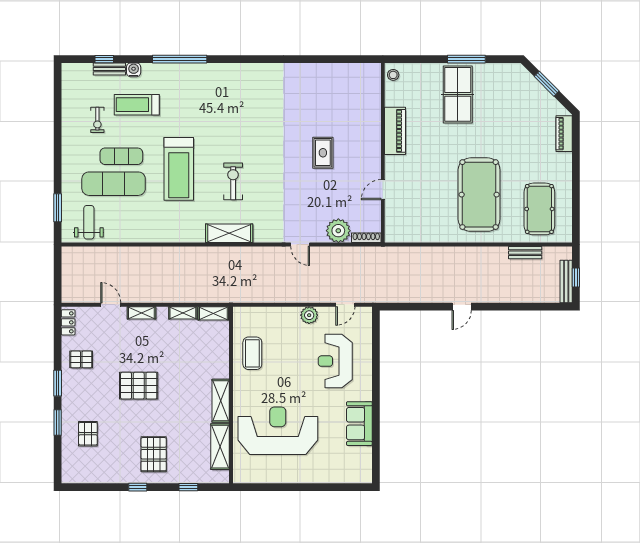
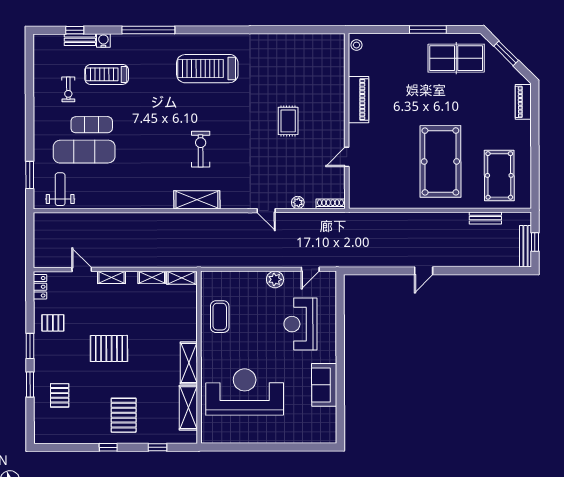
table tennis table: (458, 94) -> (456, 58), moved, turned 90
treadmill: (179, 169) -> (207, 69), moved, turned 90
plant: (338, 231) -> (298, 202), width x0.53, depth x0.53

